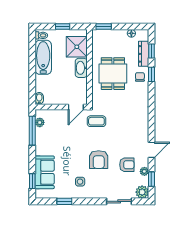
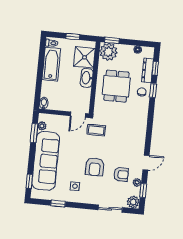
plant: (101, 39) -> (108, 52), added
window: (32, 131) -> (34, 133), width x0.69
sofa: (45, 172) -> (46, 161), width x1.85, depth x1.27

